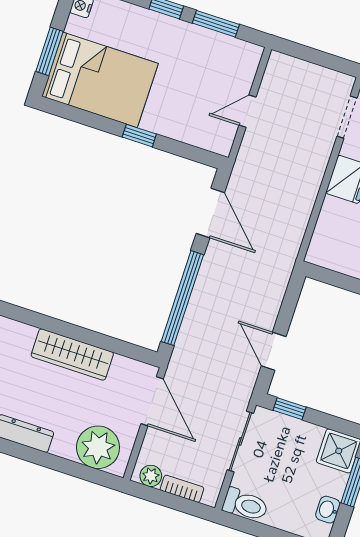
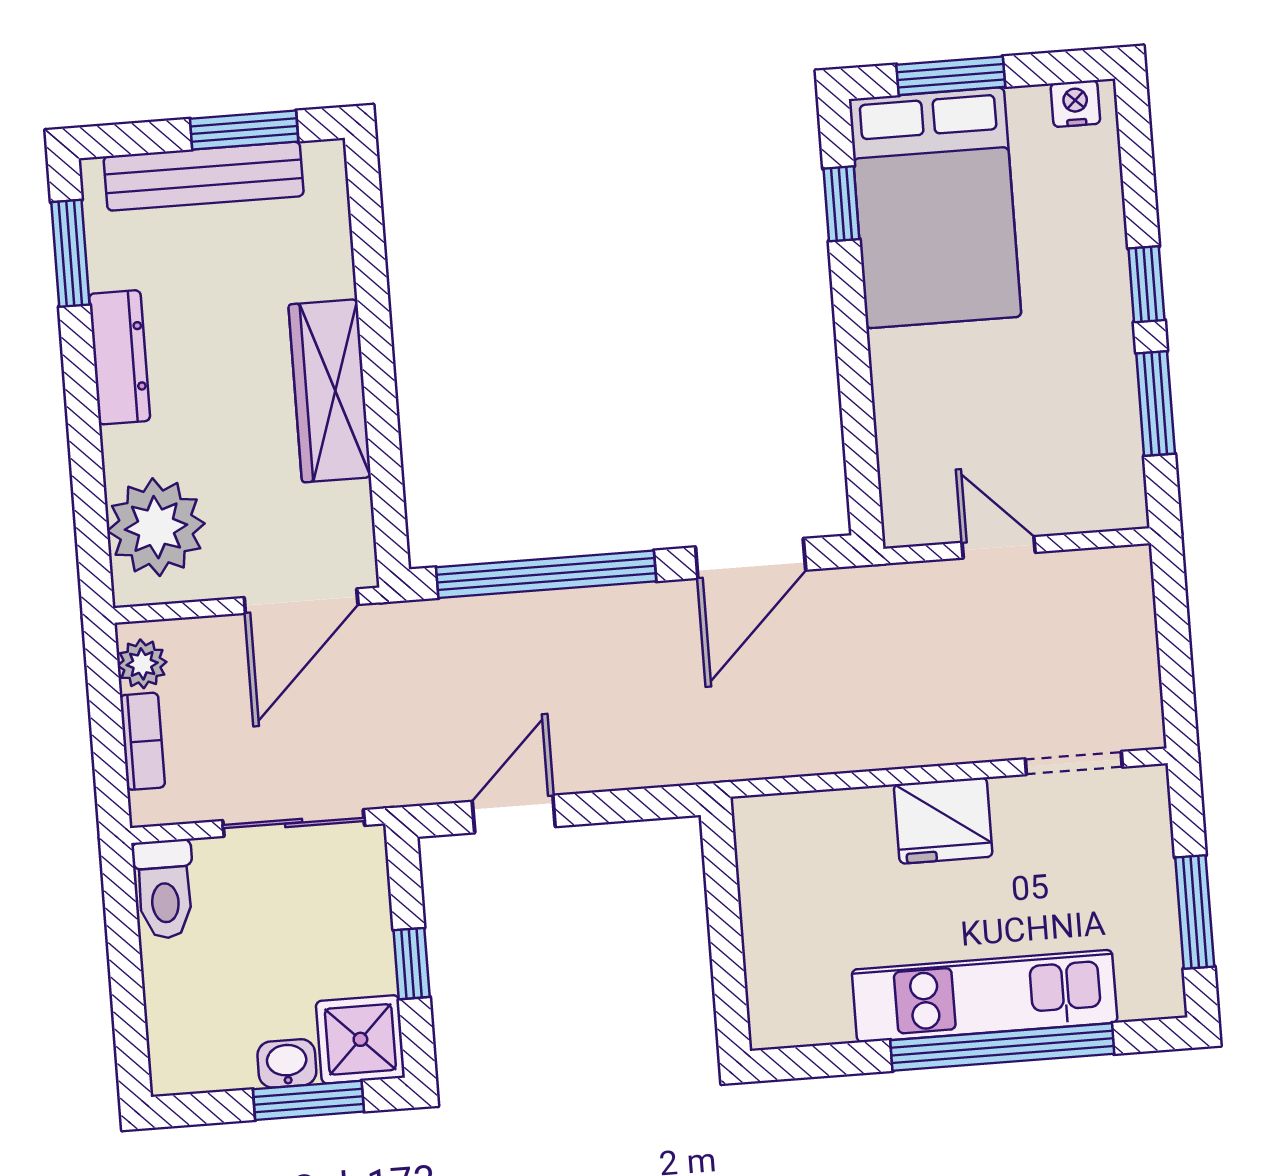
window: (139, 136) -> (841, 204), moved
window: (290, 409) -> (412, 964), moved
washbasin: (328, 510) -> (287, 1063), moved

